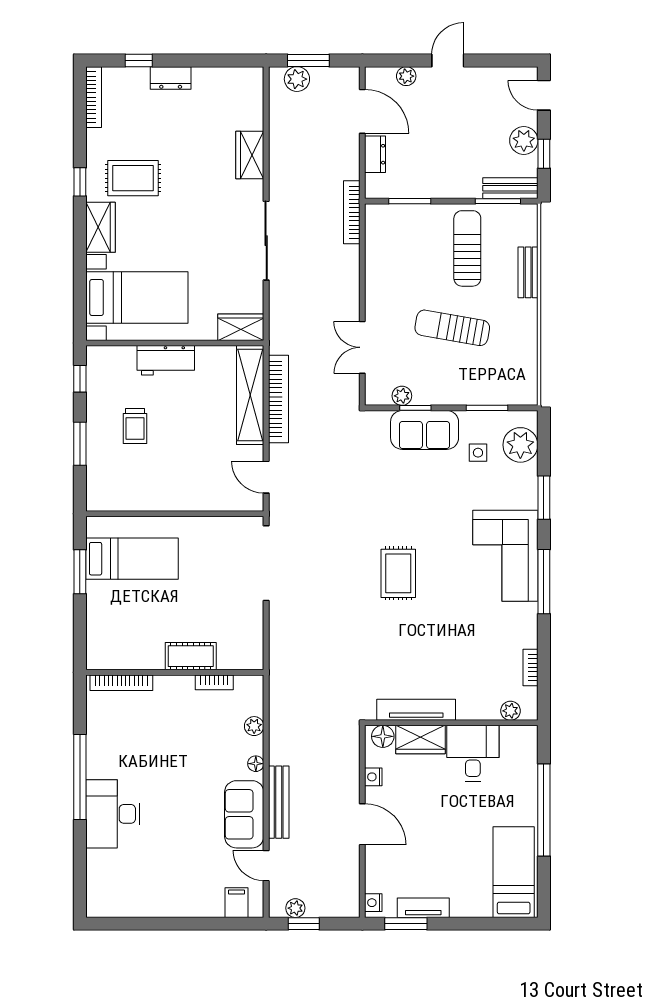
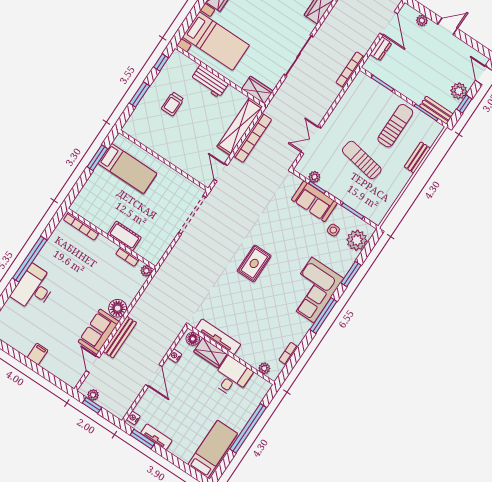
plant: (254, 726) -> (146, 271), moved
floor lamp: (256, 764) -> (118, 308), width x1.89, depth x1.89
filing cabinet: (236, 903) -> (38, 354), moved

